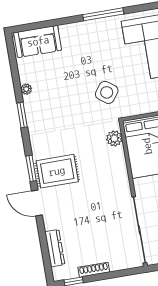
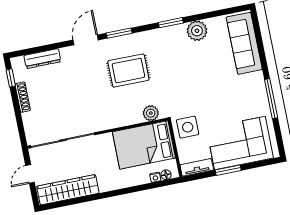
sofa: (38, 41) -> (244, 43), width x1.36
plant: (26, 89) -> (197, 31), width x1.88, depth x1.88
side table: (107, 92) -> (188, 127), moved, turned -36
rug: (57, 171) -> (128, 71), moved, turned 90

